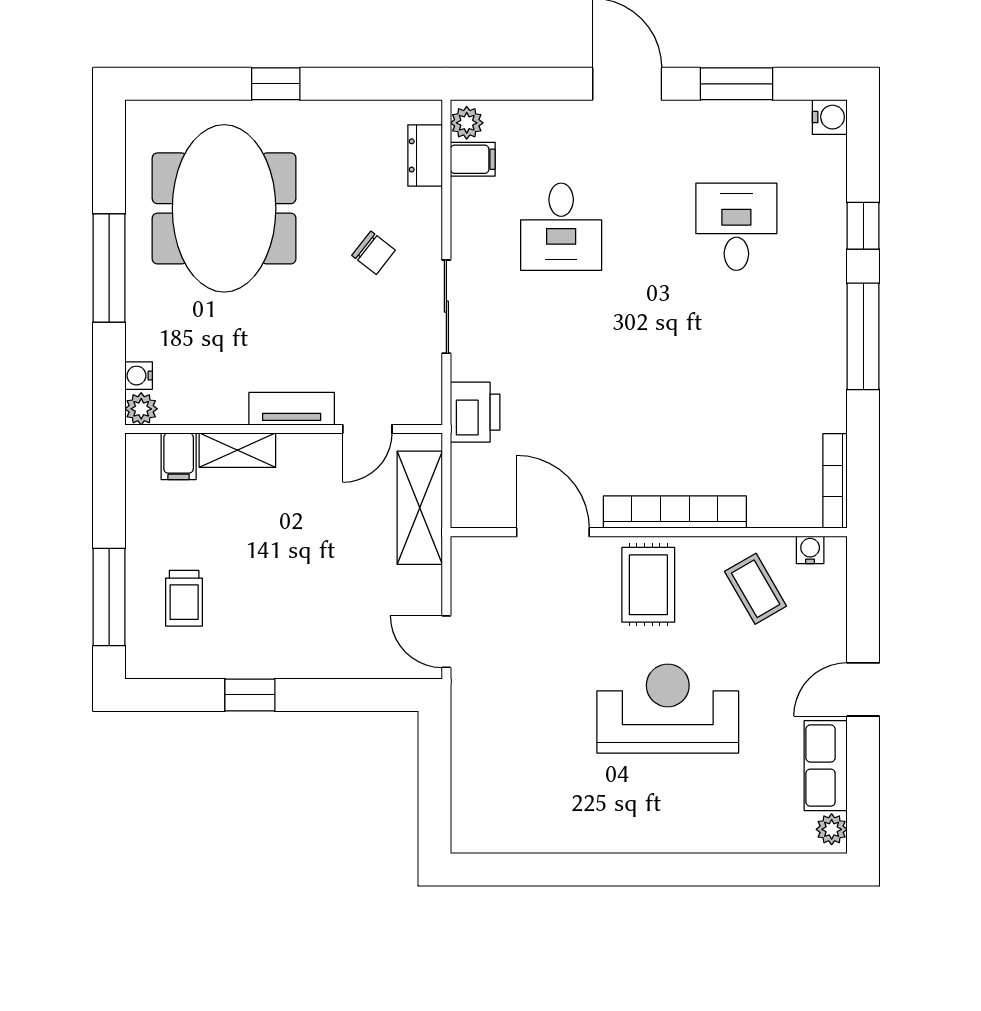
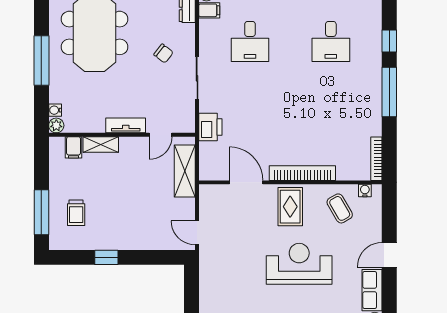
desk: (736, 227) -> (331, 41), turned 180

